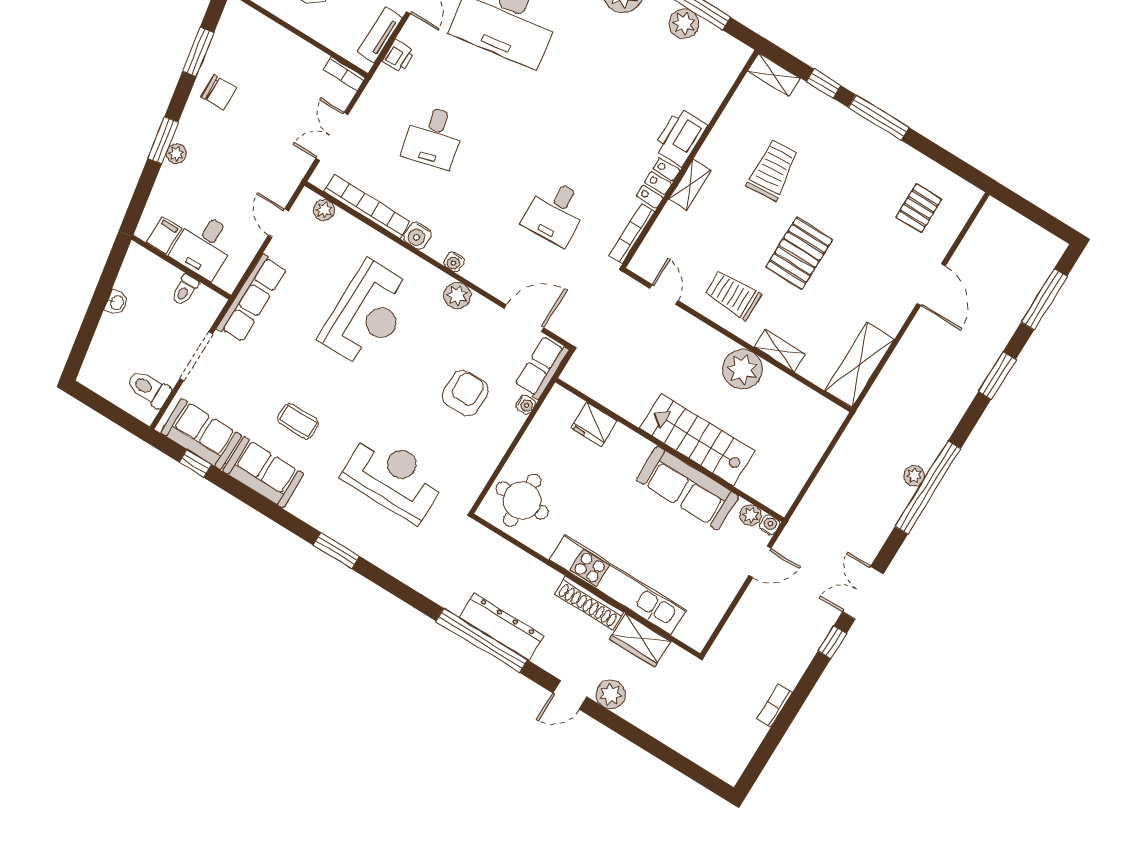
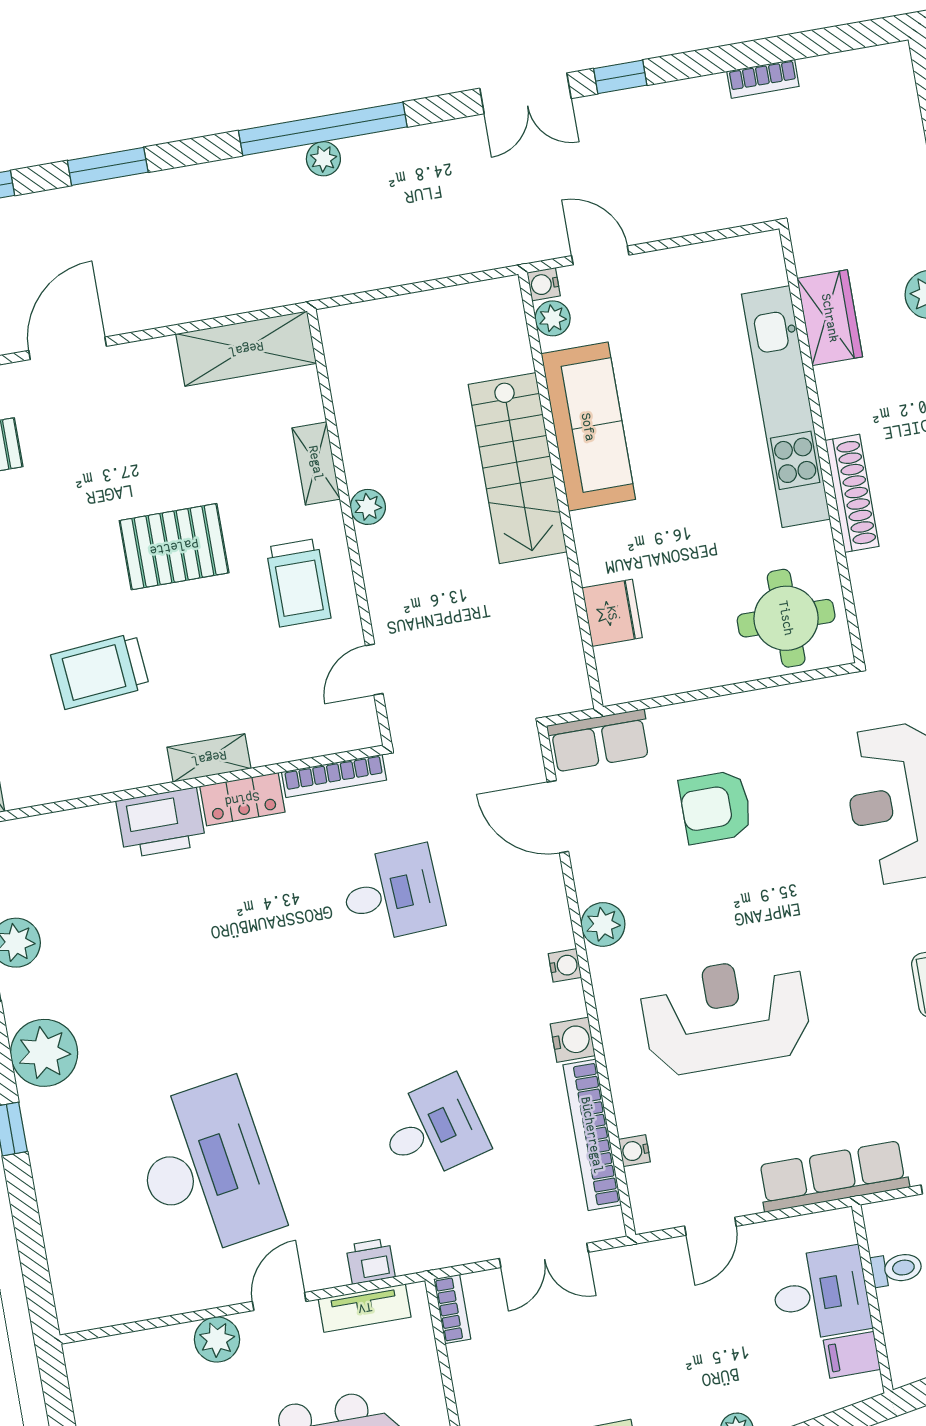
plant: (324, 210) -> (644, 1184), removed
plant: (742, 369) -> (368, 507), width x0.53, depth x0.53
water cooler: (526, 405) -> (634, 1151), moved, turned -90
shoe rack: (589, 603) -> (852, 493), moved

